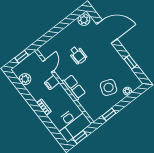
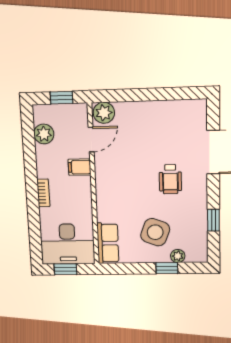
plant: (84, 20) -> (104, 113), moved
wheelchair: (78, 55) -> (170, 179), moved
row of seats: (74, 87) -> (108, 243), moved
window: (109, 114) -> (167, 268), moved

